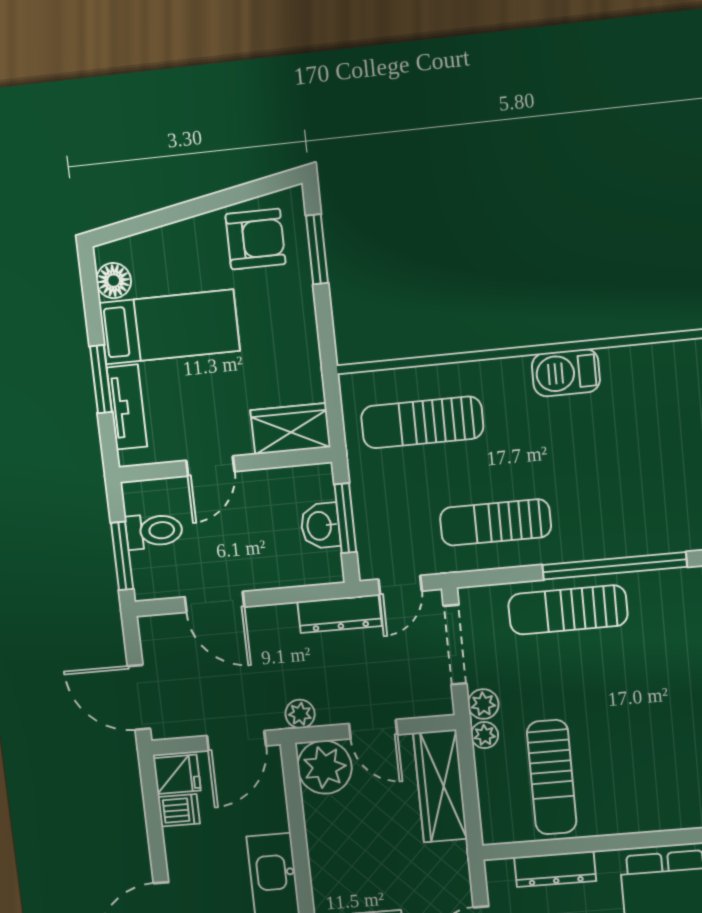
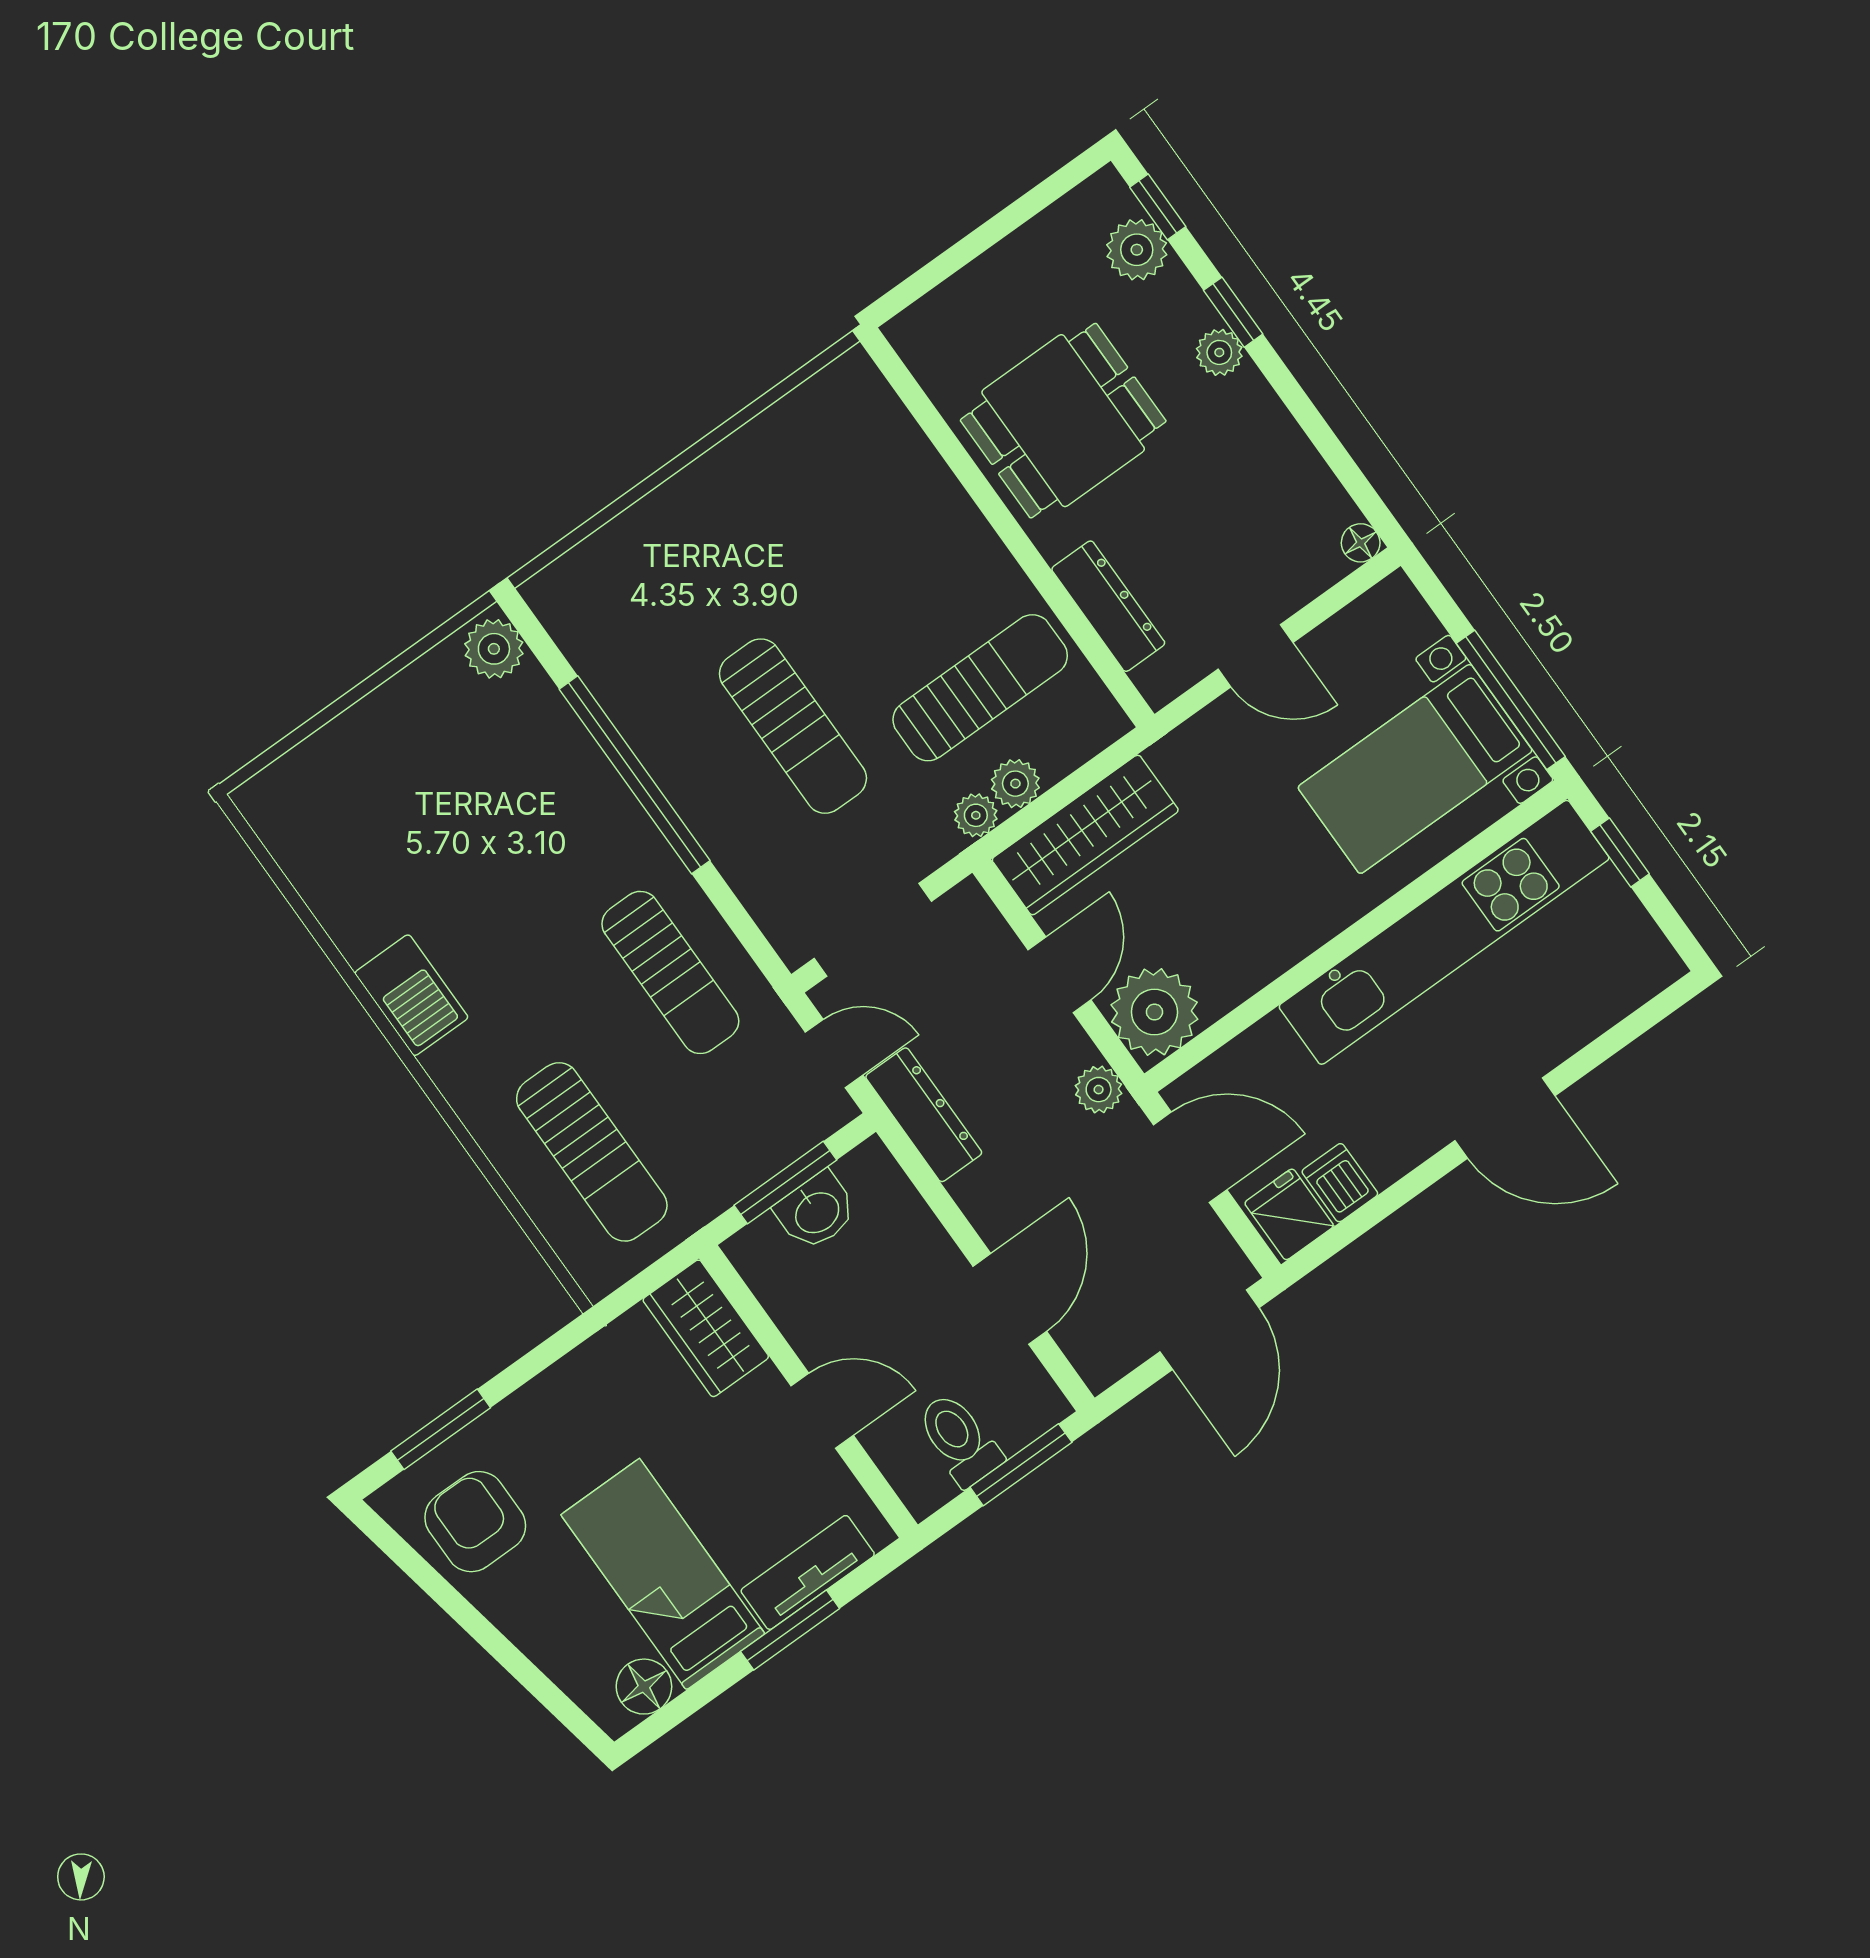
sun lounger: (568, 610) -> (793, 726), moved
plant: (483, 704) -> (1015, 784), moved

